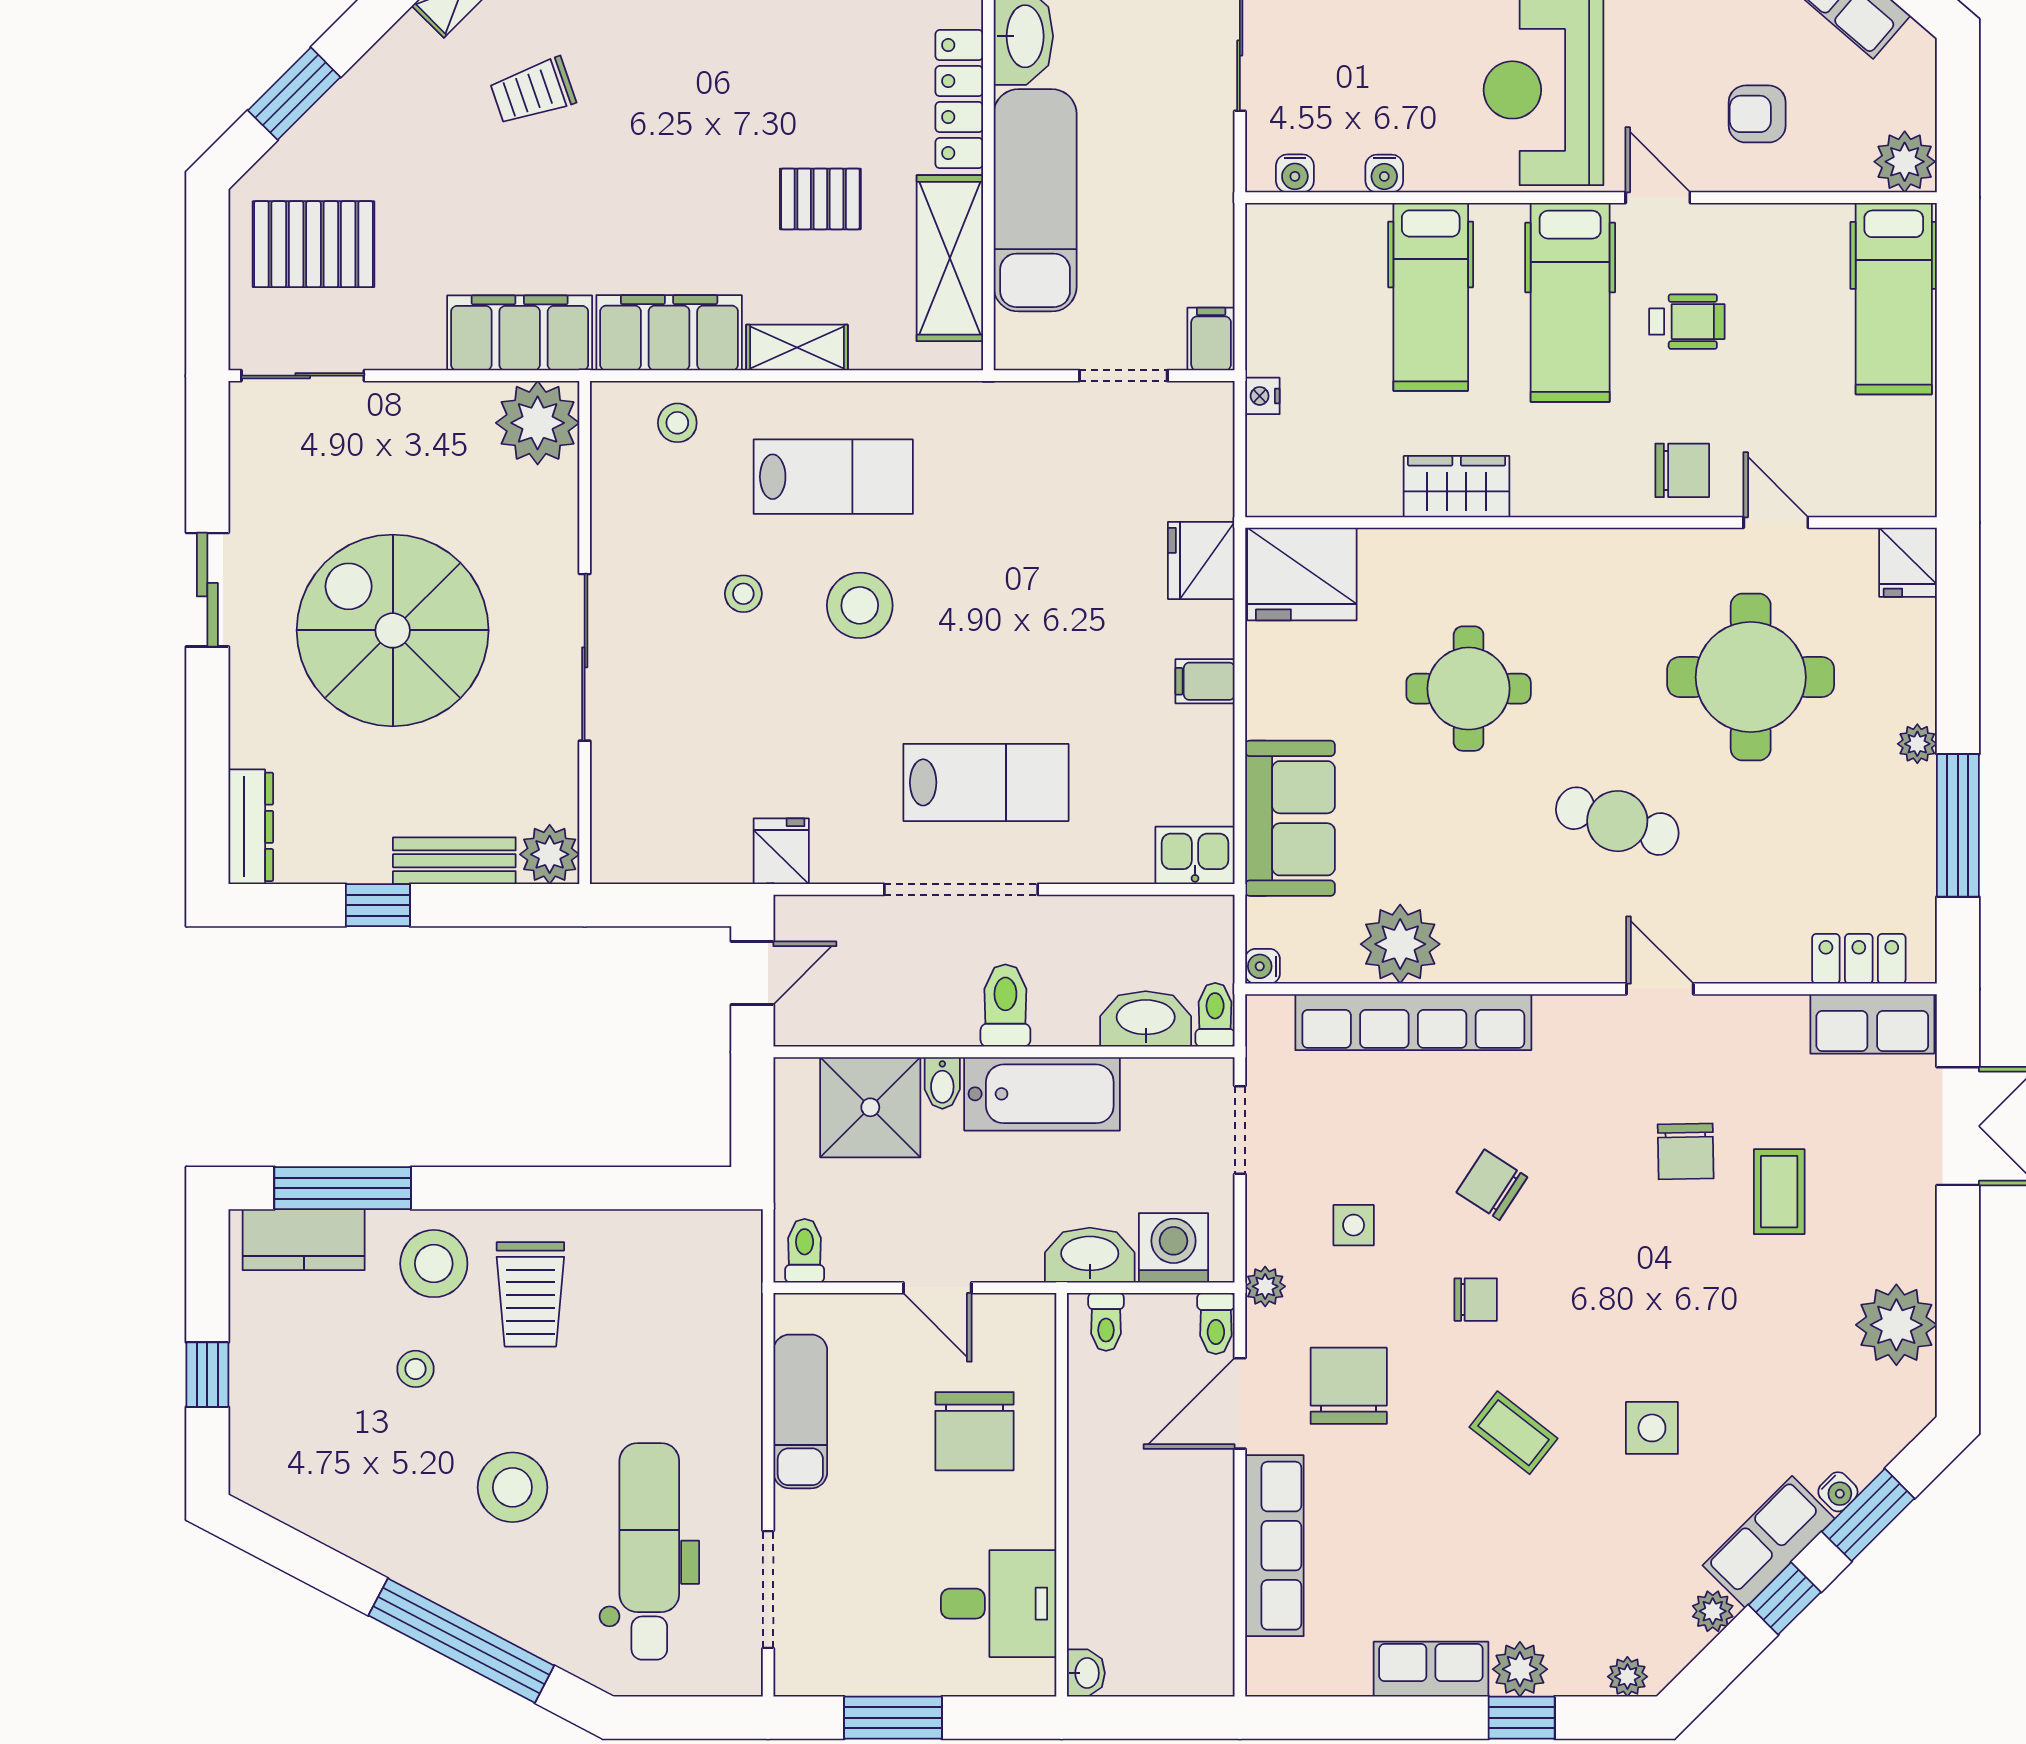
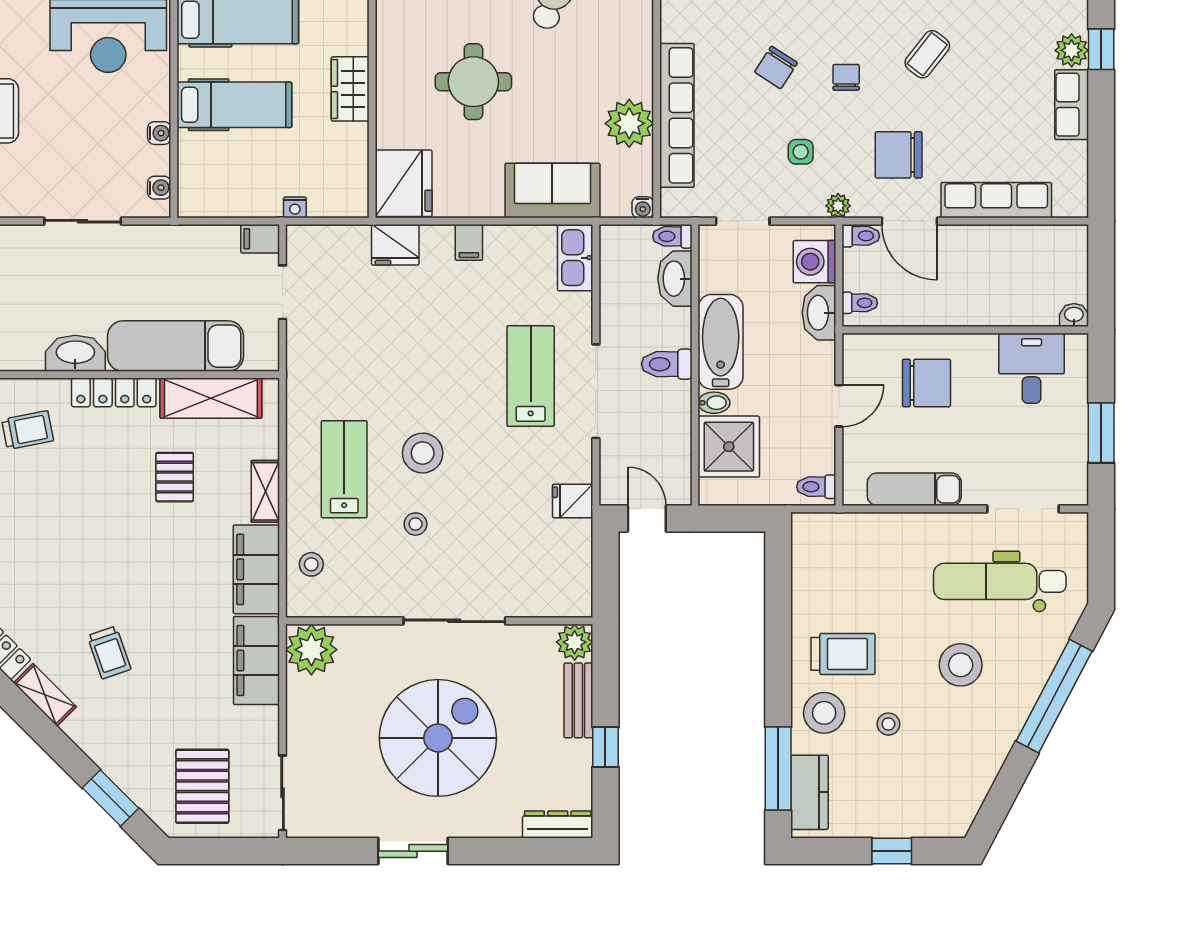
spiral stairs: (393, 630) -> (438, 738), turned 180
kitchen sink: (1195, 855) -> (575, 258), width x1.38

